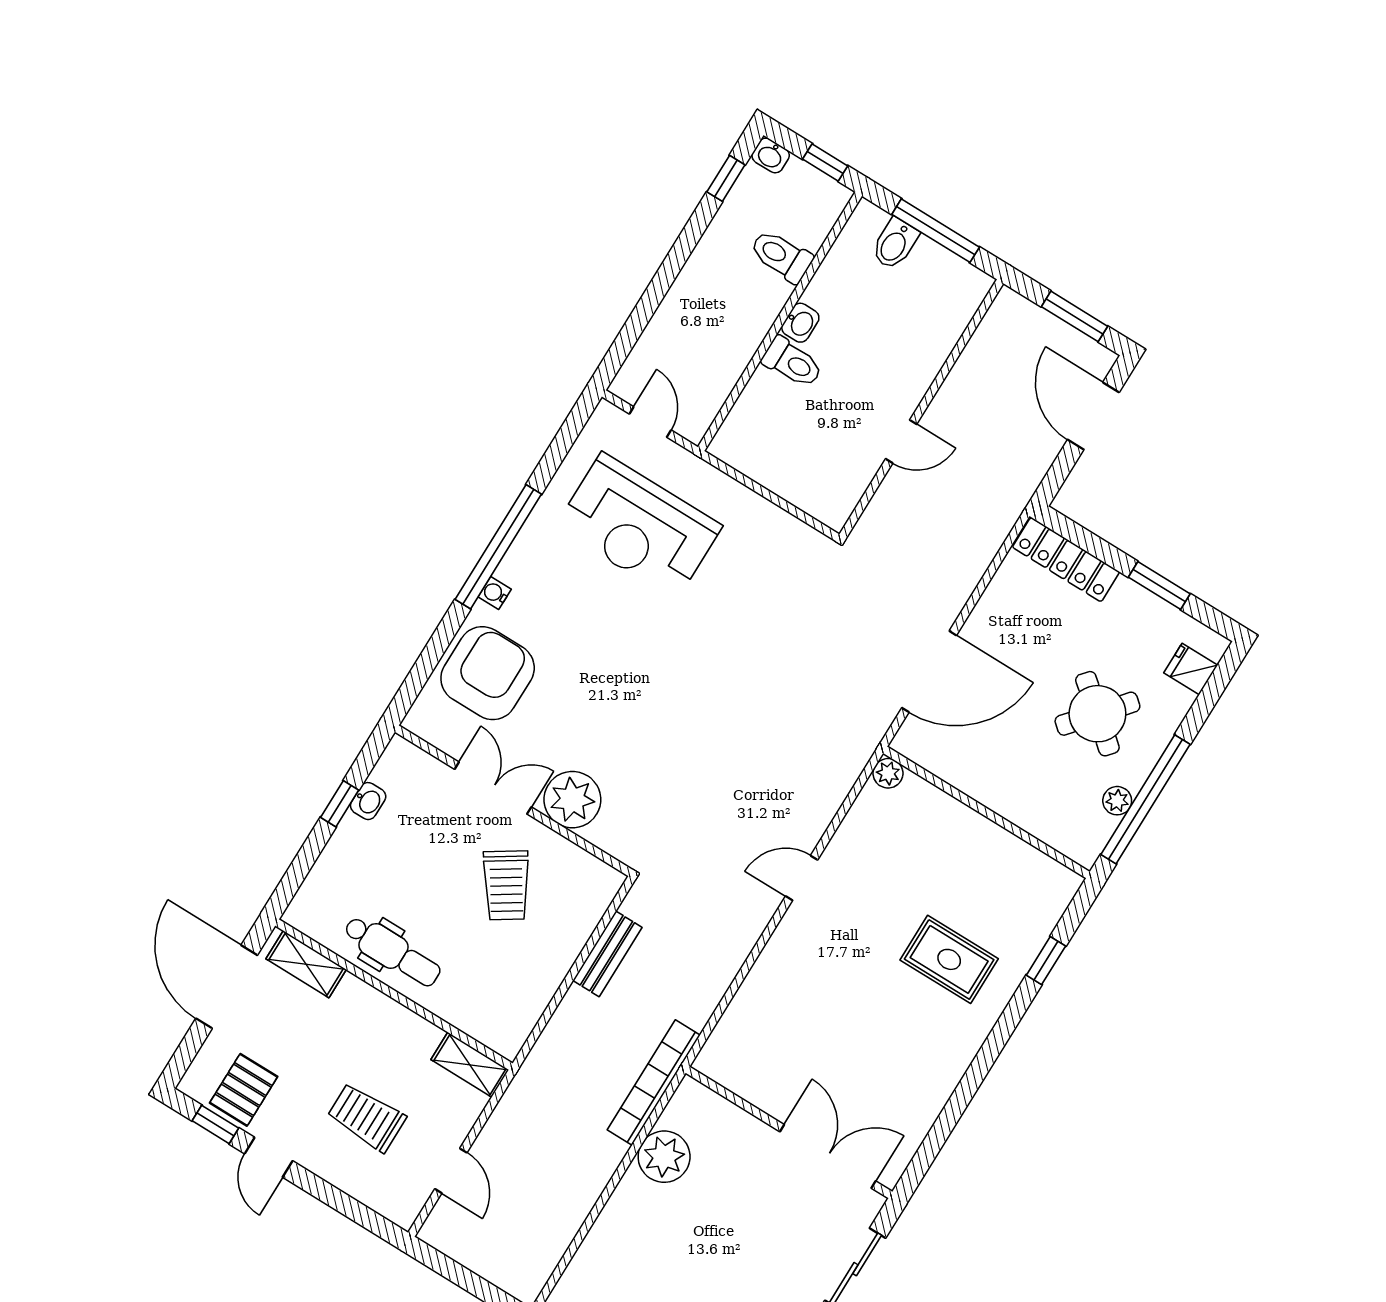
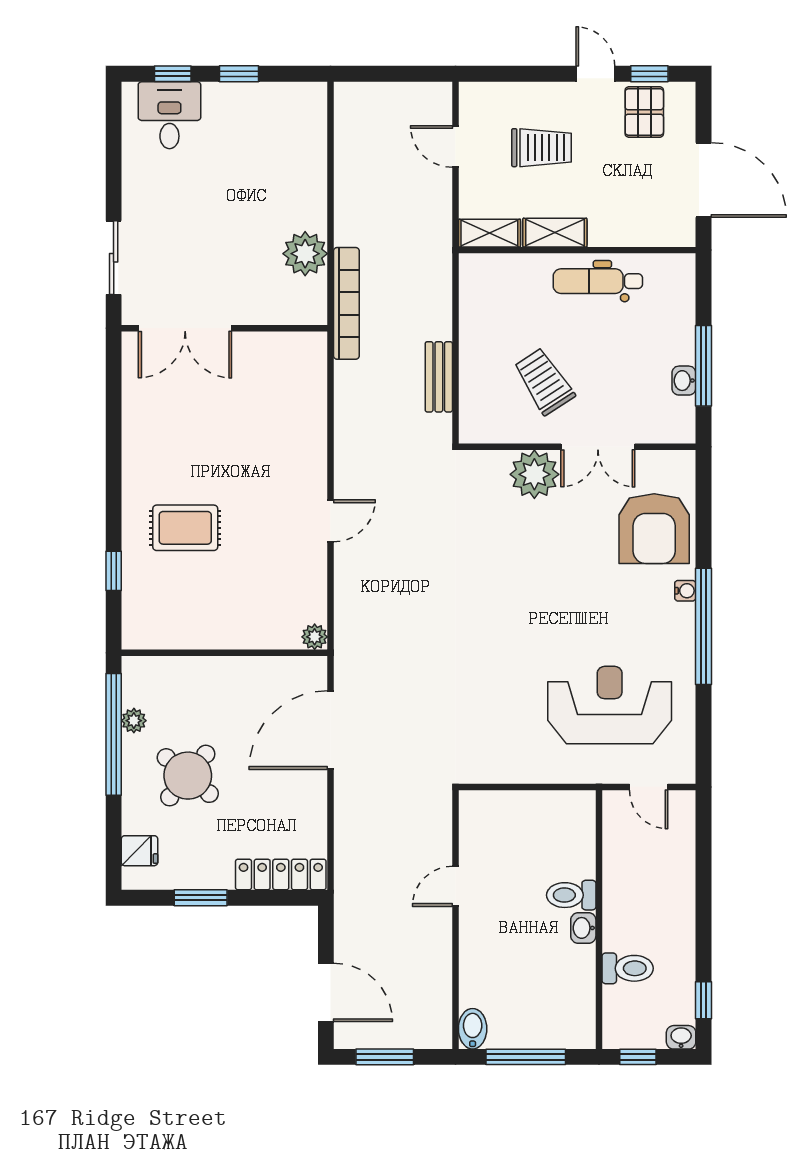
bidet: (895, 244) -> (473, 1029), moved
window: (340, 804) -> (704, 366), width x2.17
shelving: (306, 964) -> (555, 233), moved

